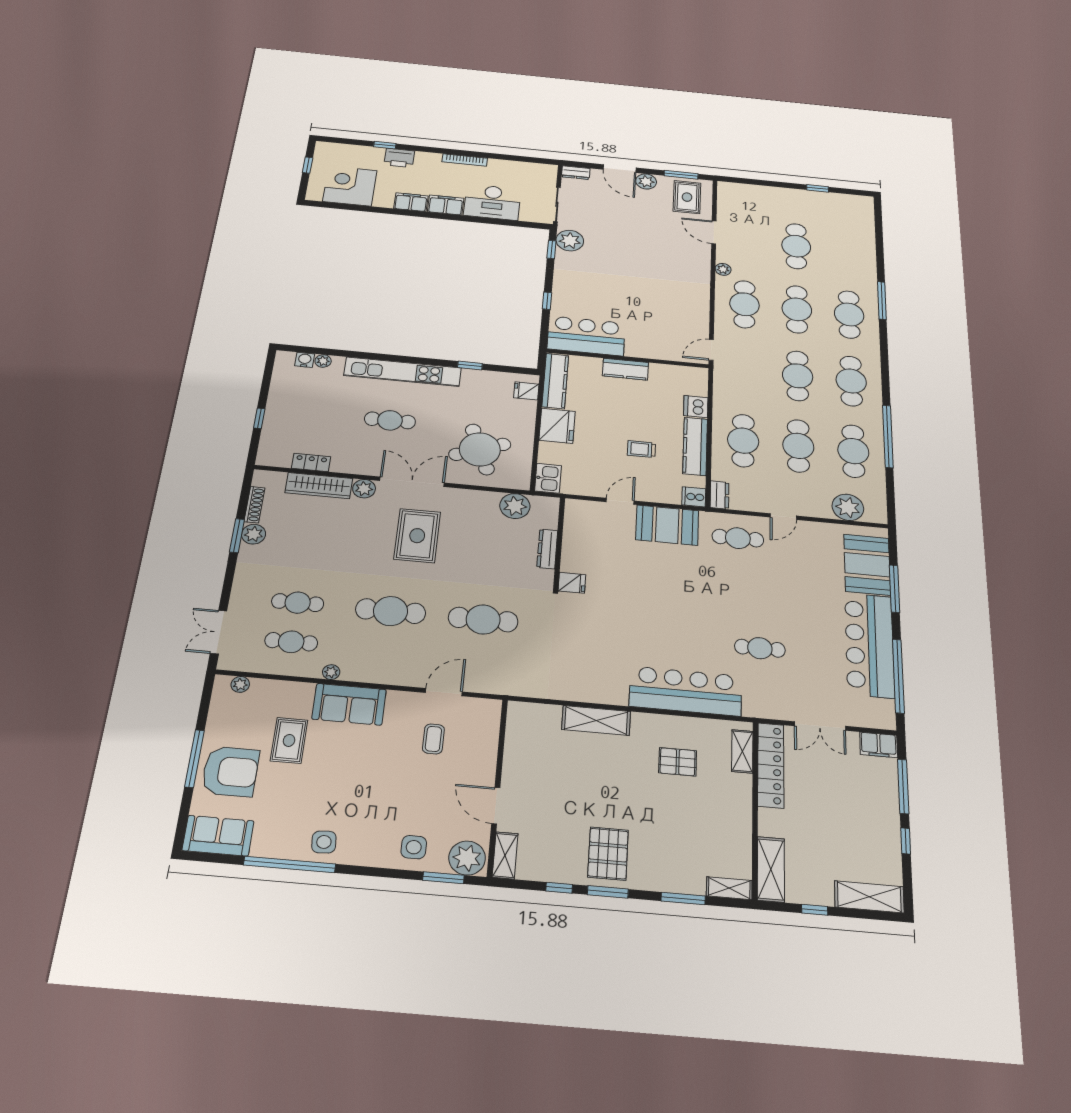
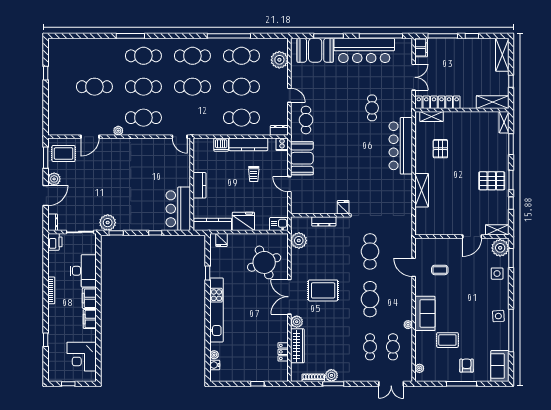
printer: (399, 158) -> (55, 242), moved
cafe table: (390, 420) -> (250, 313), removed
armchair: (230, 771) -> (467, 366), width x0.53, depth x0.53

